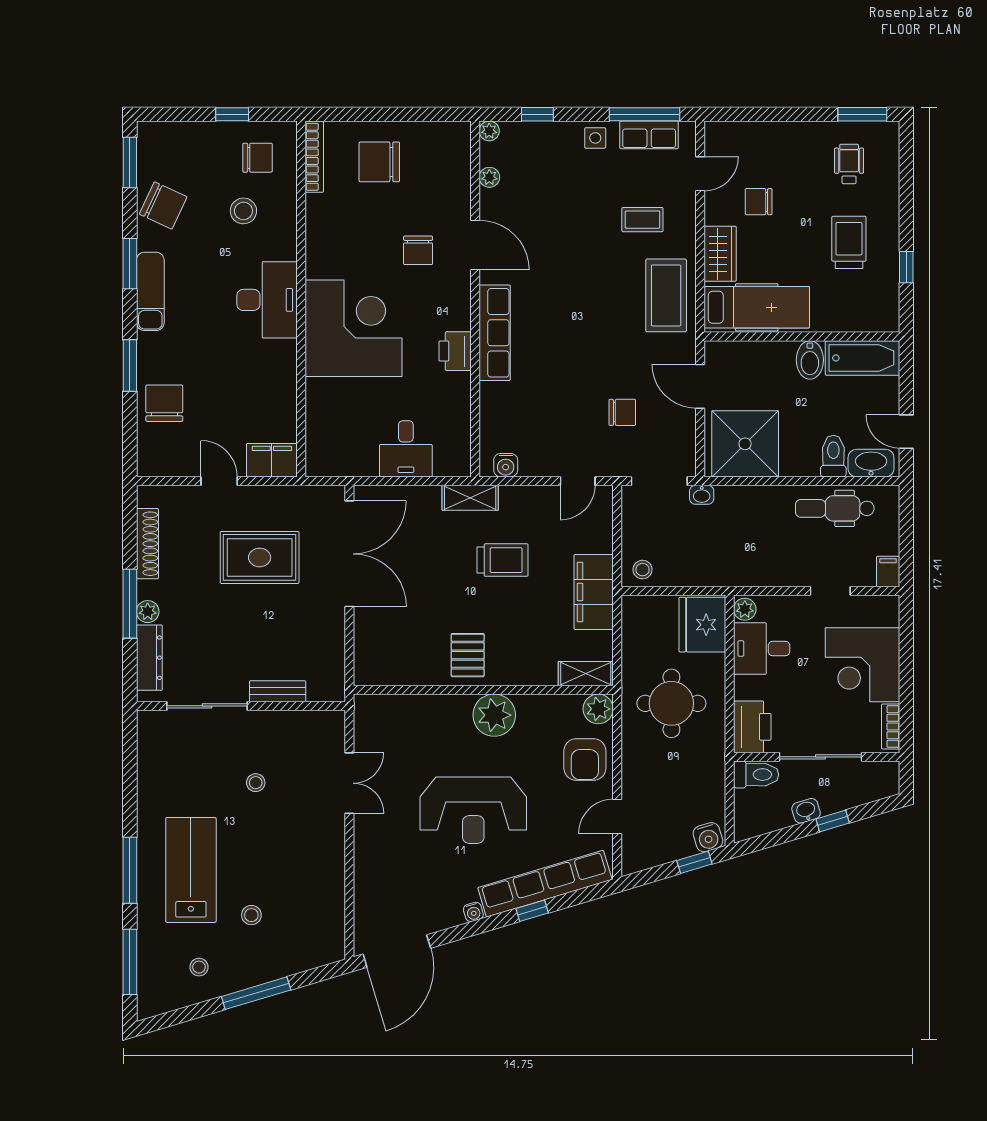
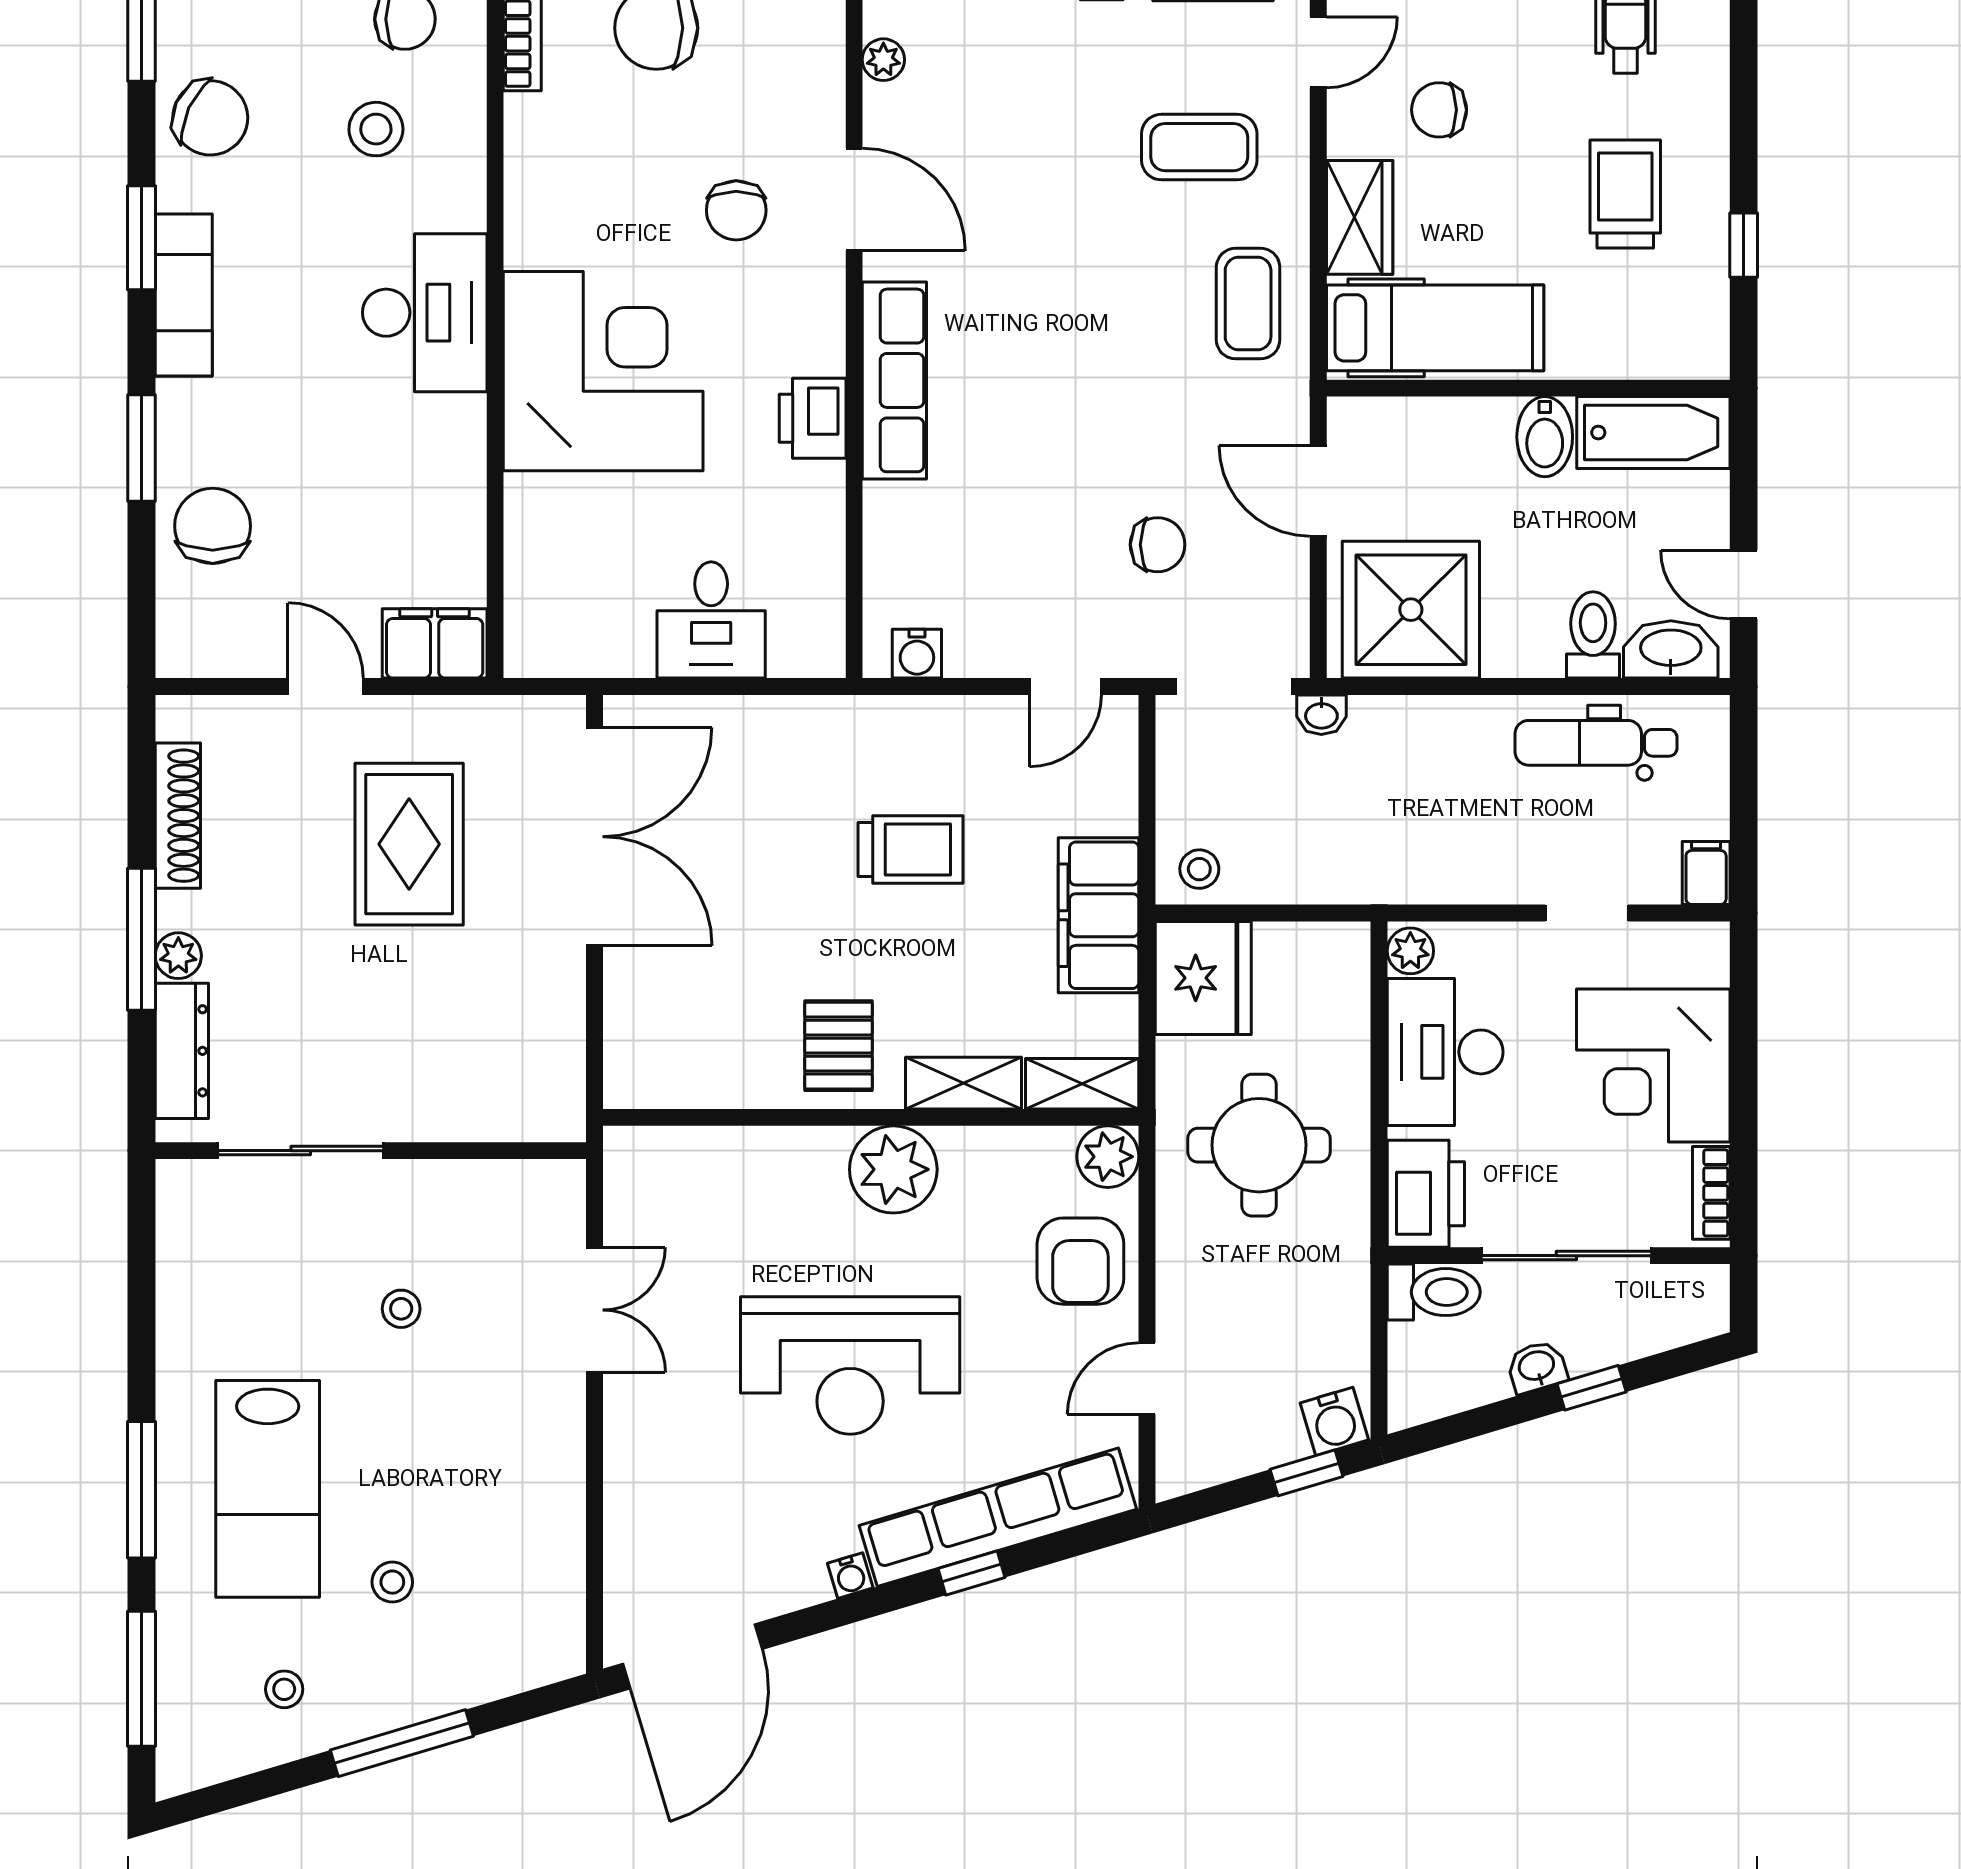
coffee table: (642, 220) -> (1199, 147), width x1.36, depth x1.30
coffee table: (666, 295) -> (1248, 304), width x0.73, depth x0.76
shelving: (470, 498) -> (963, 1083), moved
rug: (260, 557) -> (409, 844), turned 90
fridge: (702, 625) -> (1203, 978), moved, turned 180
desk: (762, 649) -> (1445, 1052), width x1.37
bench: (278, 691) -> (446, 1120), removed
lab bench: (191, 870) -> (268, 1489), turned 180

